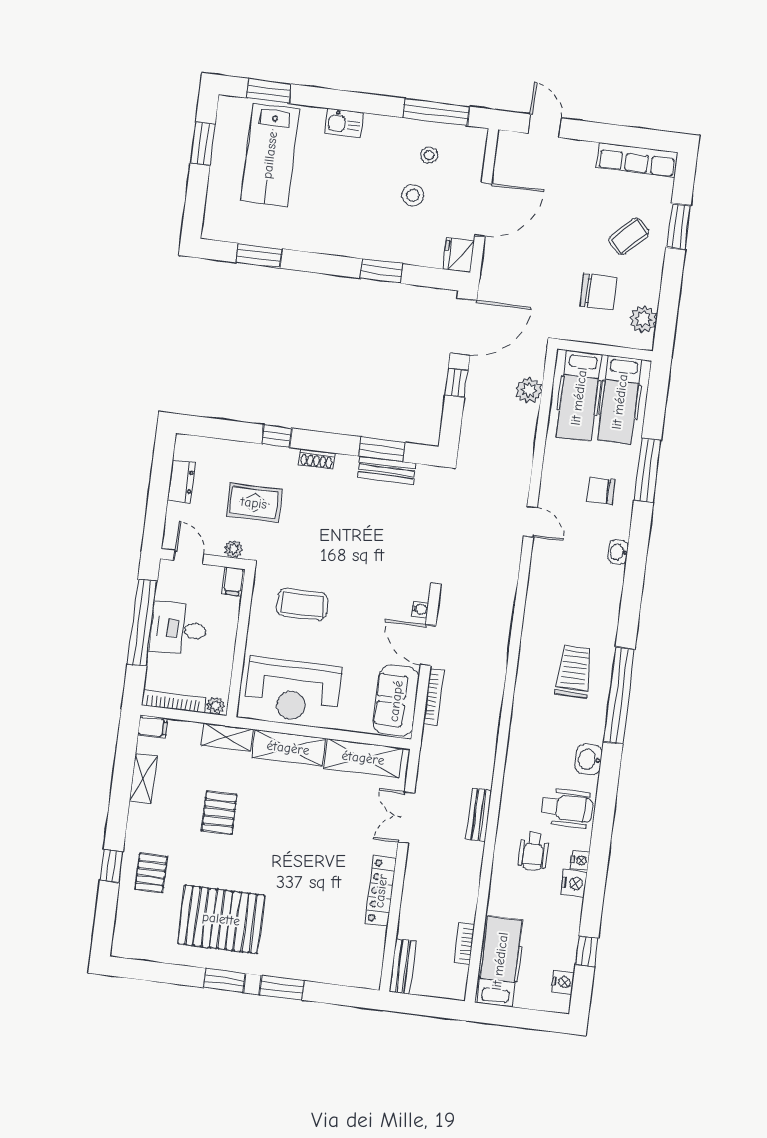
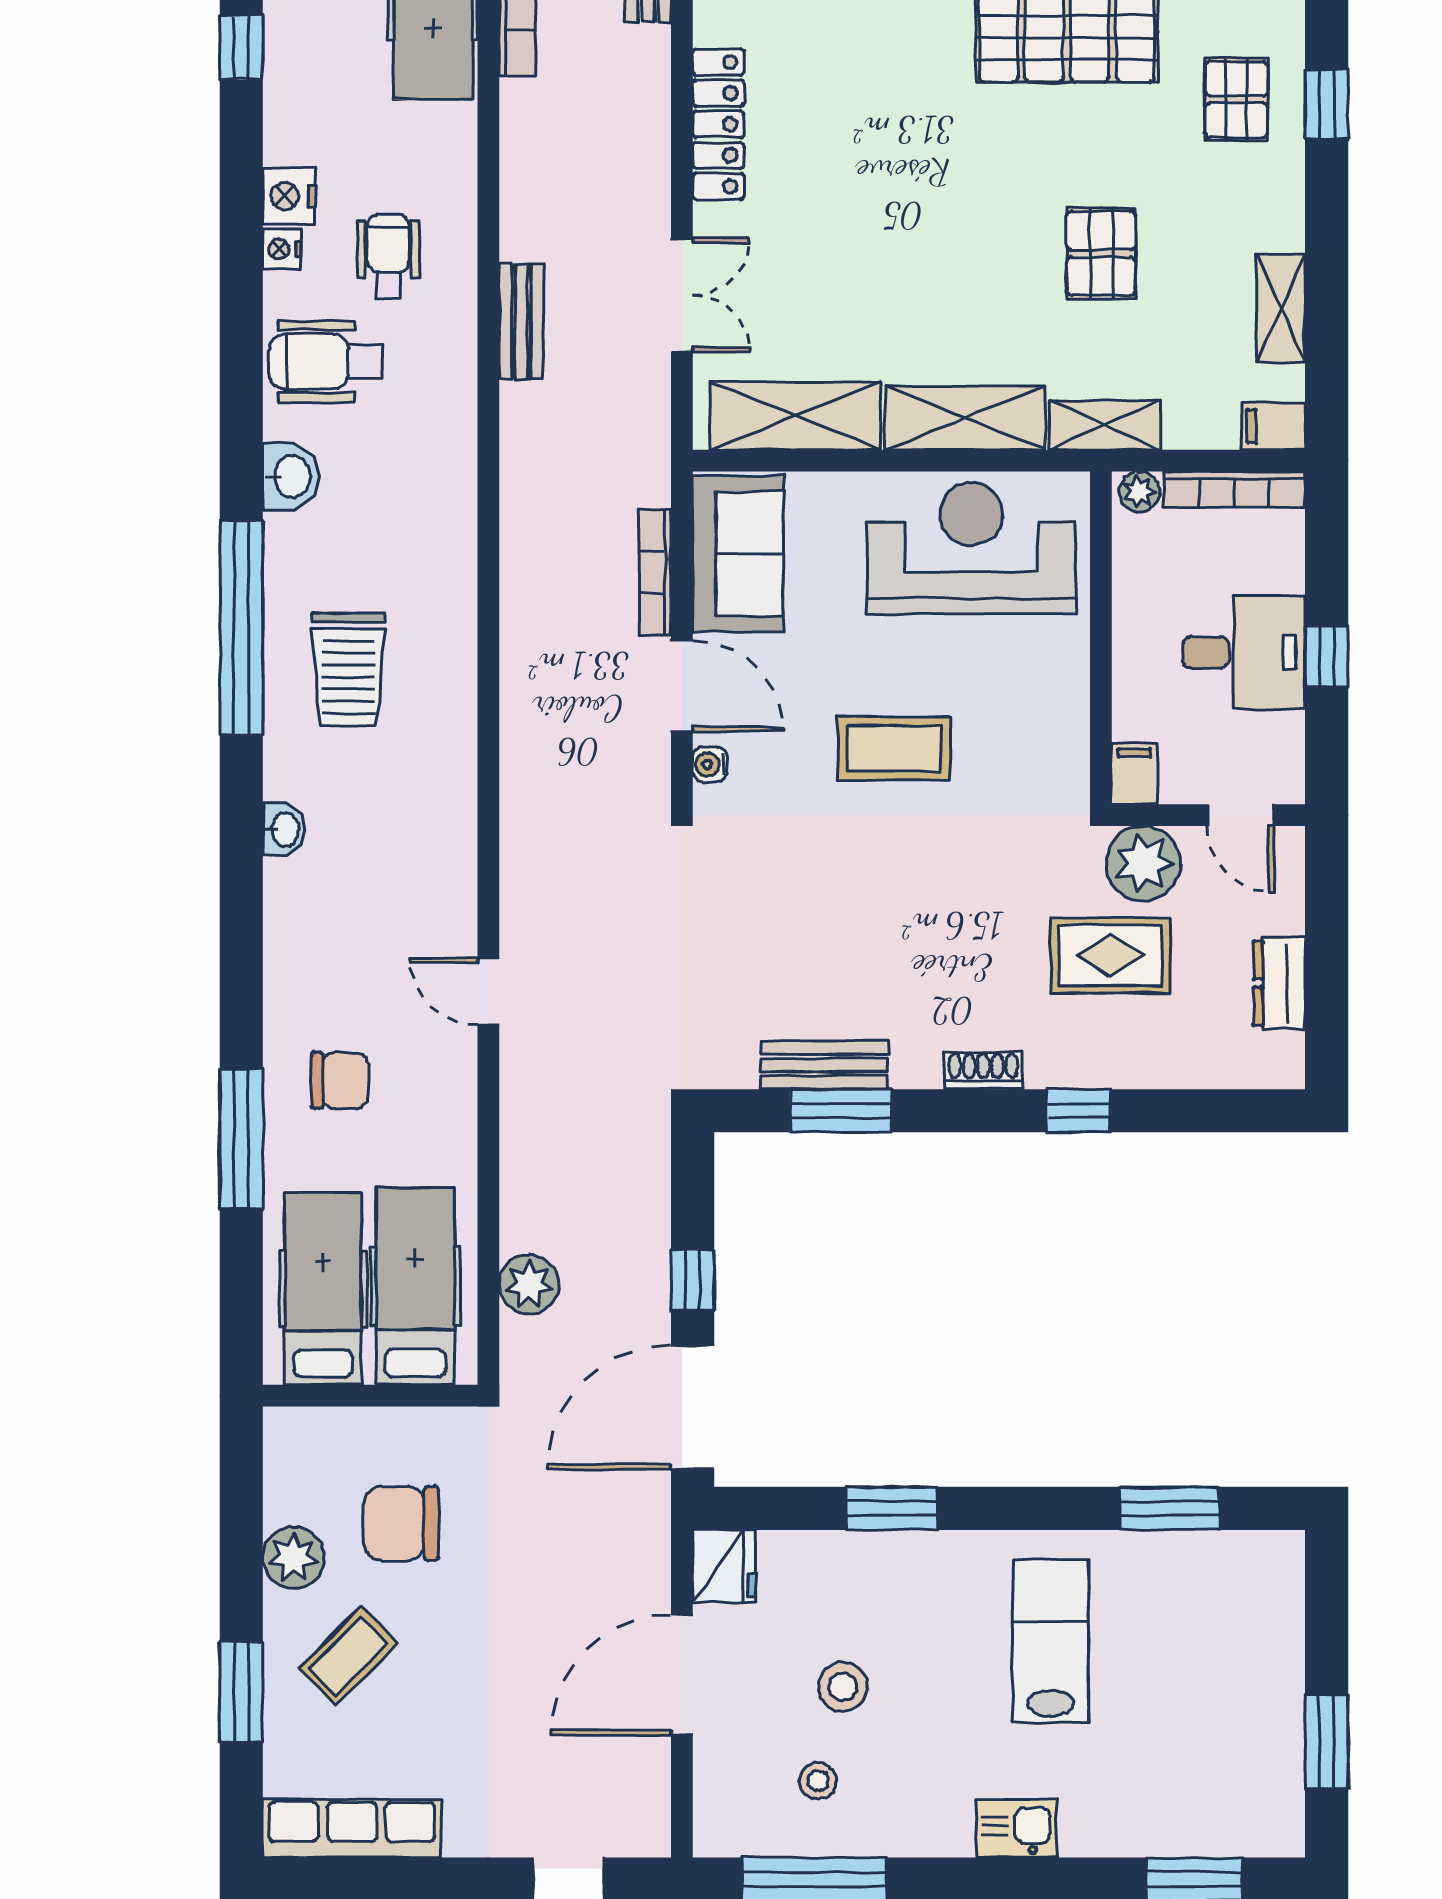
lab bench: (270, 155) -> (1050, 1641), moved, width x0.73, depth x0.72
plant: (643, 319) -> (294, 1557), moved
plant: (234, 549) -> (1143, 864), width x1.87, depth x1.87
washbasin: (618, 552) -> (284, 829), moved
coffee table: (302, 604) -> (894, 749), moved
window: (142, 623) -> (1327, 656), width x0.32

